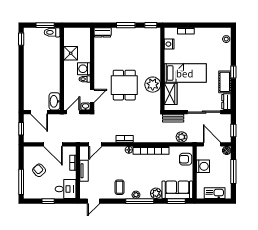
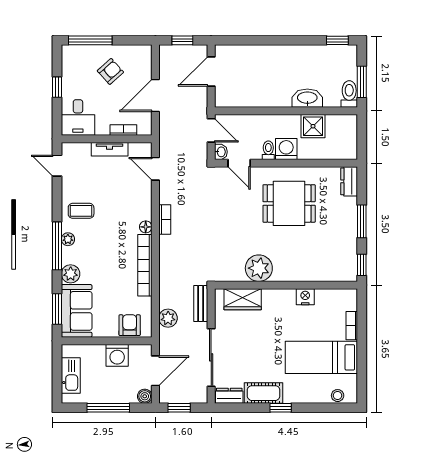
nightstand: (169, 44) -> (305, 297), moved
bed: (185, 73) -> (321, 357), moved, turned 90
dining table: (124, 85) -> (289, 203), moved
washbasin: (55, 101) -> (307, 98), moved

